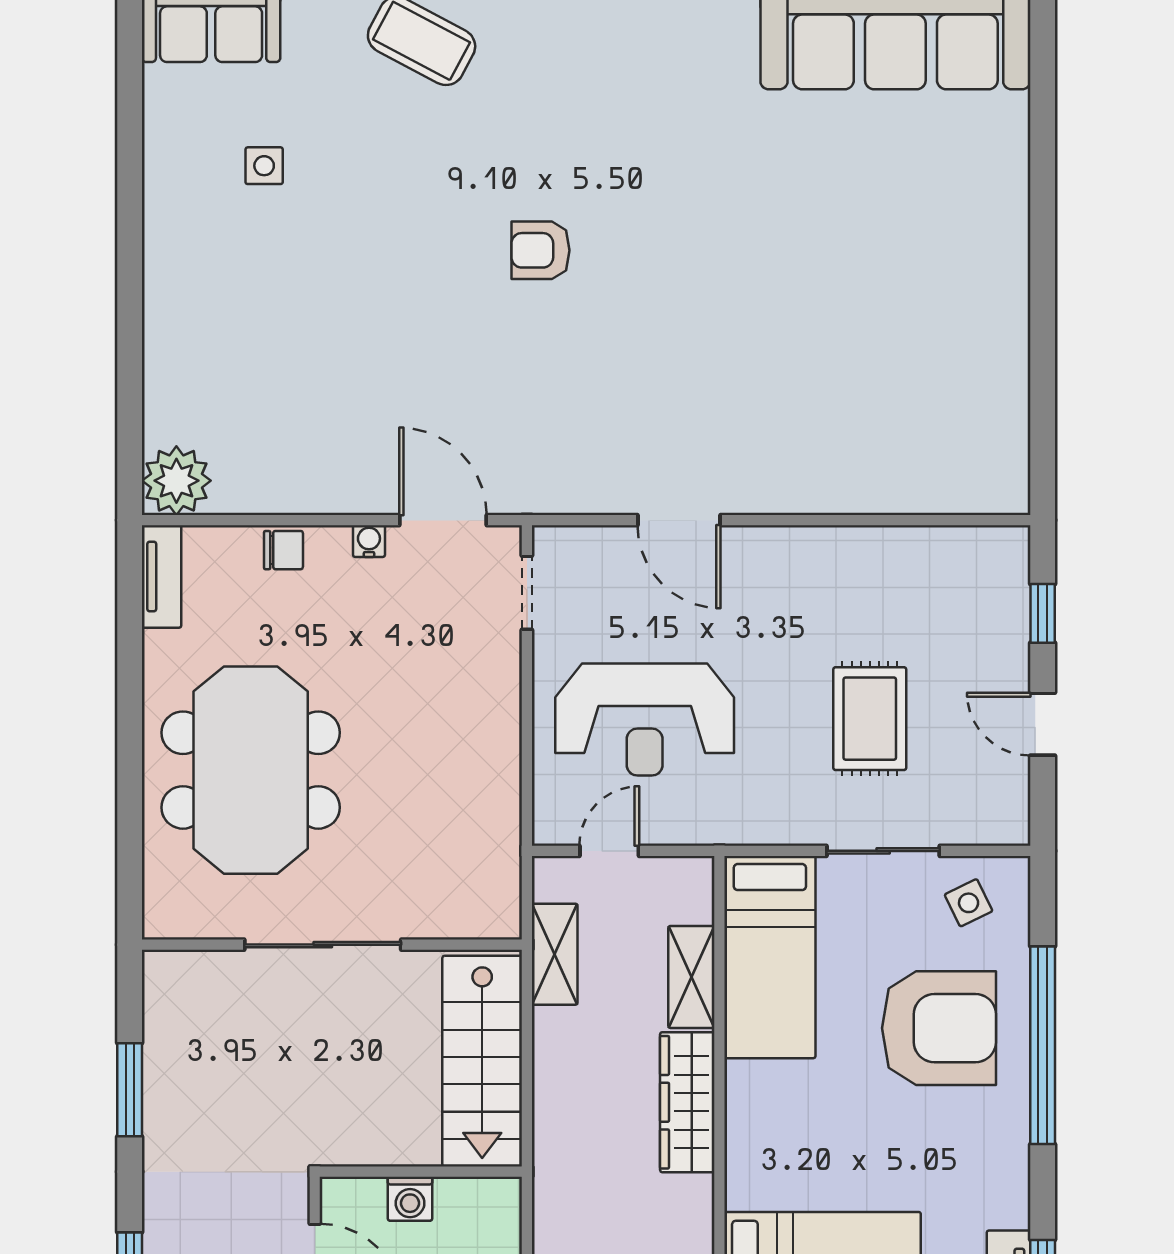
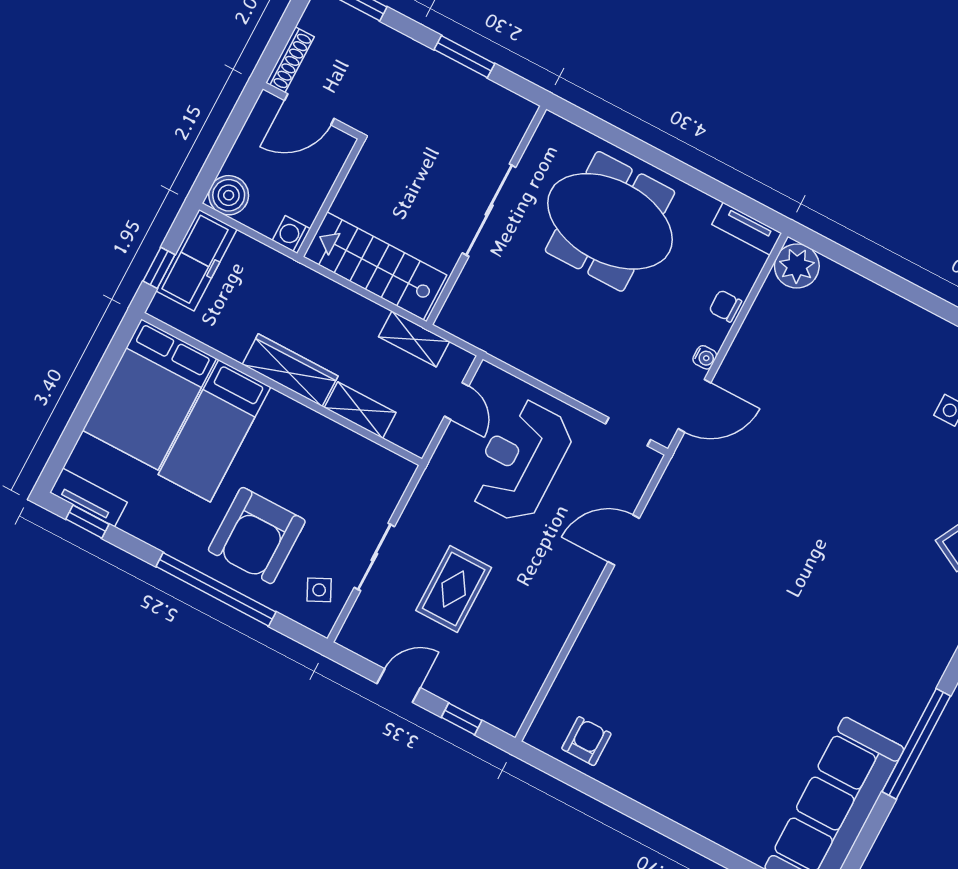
armchair: (540, 250) -> (586, 741), moved
chair: (283, 550) -> (725, 306), turned 90
rug: (870, 719) -> (454, 589), turned 90
bed: (770, 957) -> (214, 431), moved, turned -90
washing machine: (410, 1199) -> (291, 235), moved

